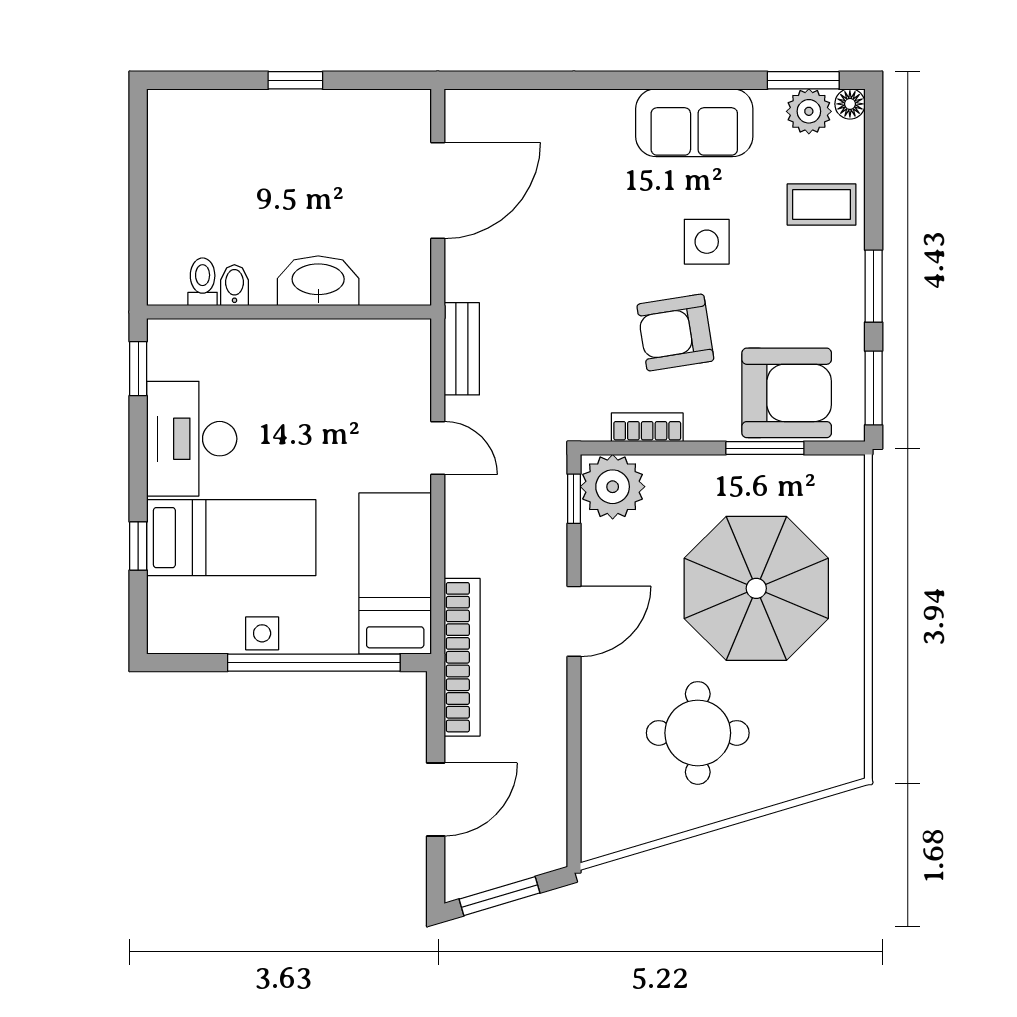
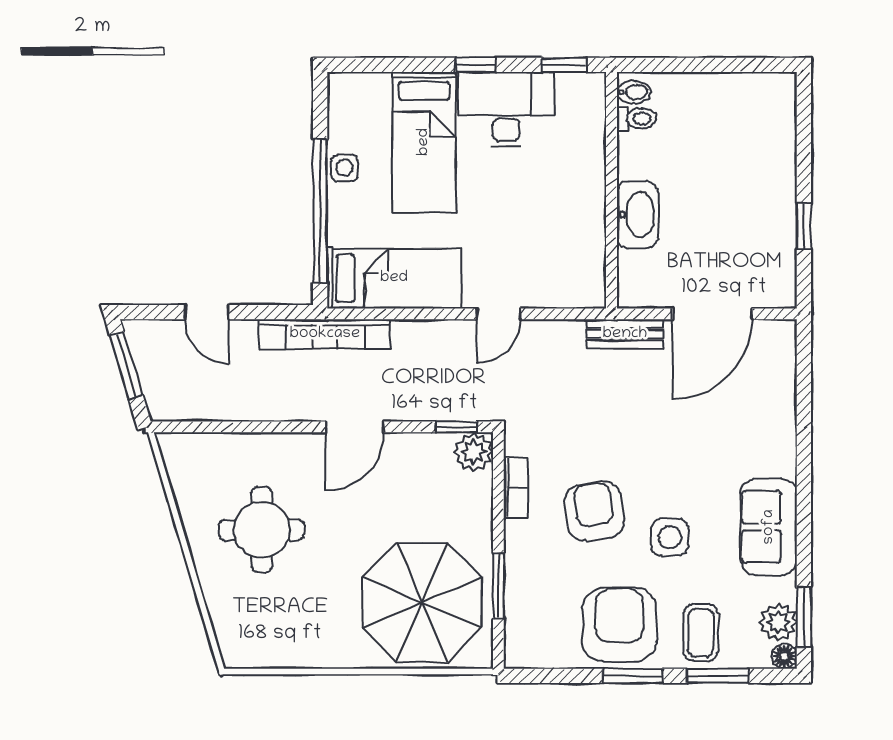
window: (295, 80) -> (804, 226), moved
door: (438, 191) -> (712, 314), hinge flipped
bidet: (234, 285) -> (634, 92), moved
bench: (462, 349) -> (625, 334), moved
window: (874, 388) -> (718, 676), moved
armchair: (787, 393) -> (619, 625), moved, turned 180
plant: (613, 487) -> (473, 452), width x0.73, depth x0.73
window: (138, 546) -> (476, 65), moved
parasol: (756, 588) -> (422, 602), moved
door: (574, 621) -> (355, 427), hinge flipped
door: (436, 799) -> (207, 312), width x0.73

